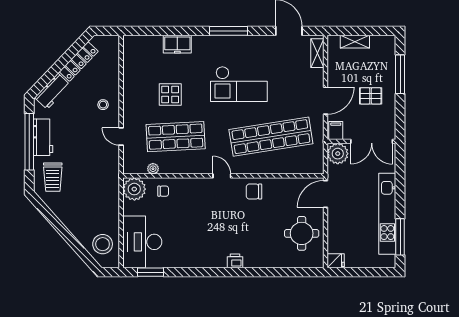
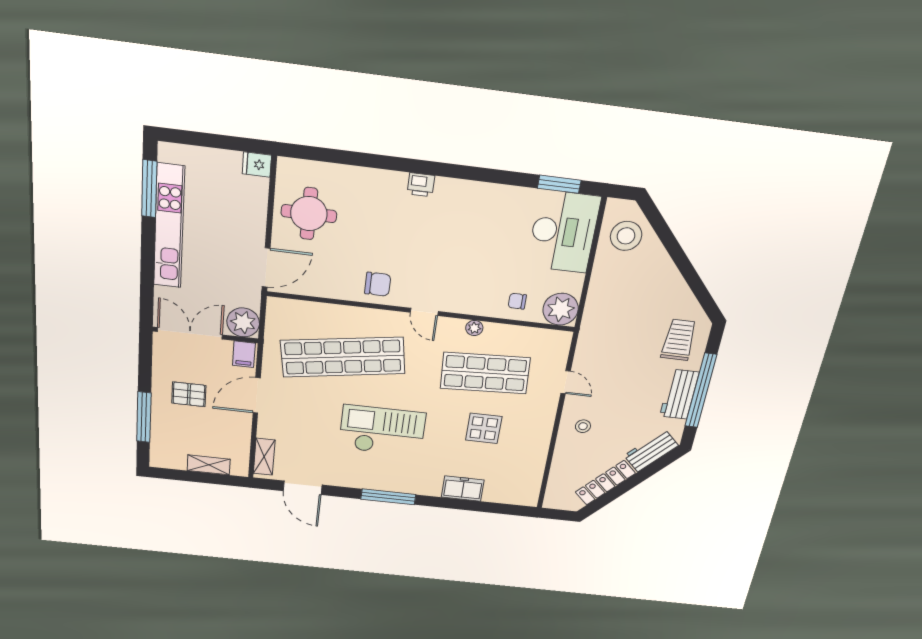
plant: (153, 169) -> (474, 328), moved

